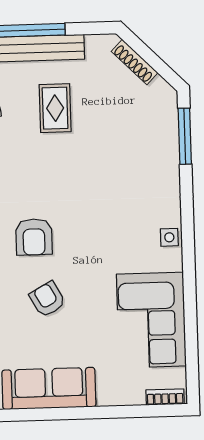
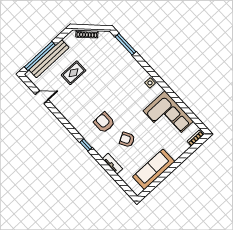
rug: (55, 108) -> (74, 73), turned 90
armchair: (34, 237) -> (104, 123), turned 180

